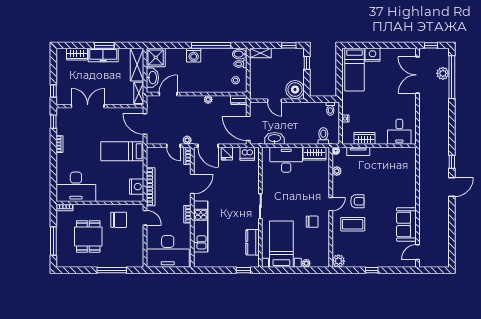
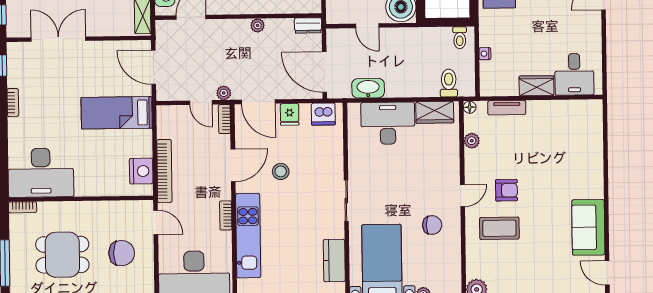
wardrobe: (365, 138) -> (537, 86), moved
stool: (221, 188) -> (281, 171), added
chair: (119, 220) -> (122, 253), moved
dining table: (88, 236) -> (62, 255), turned 90
door: (418, 252) -> (607, 273), hinge flipped

